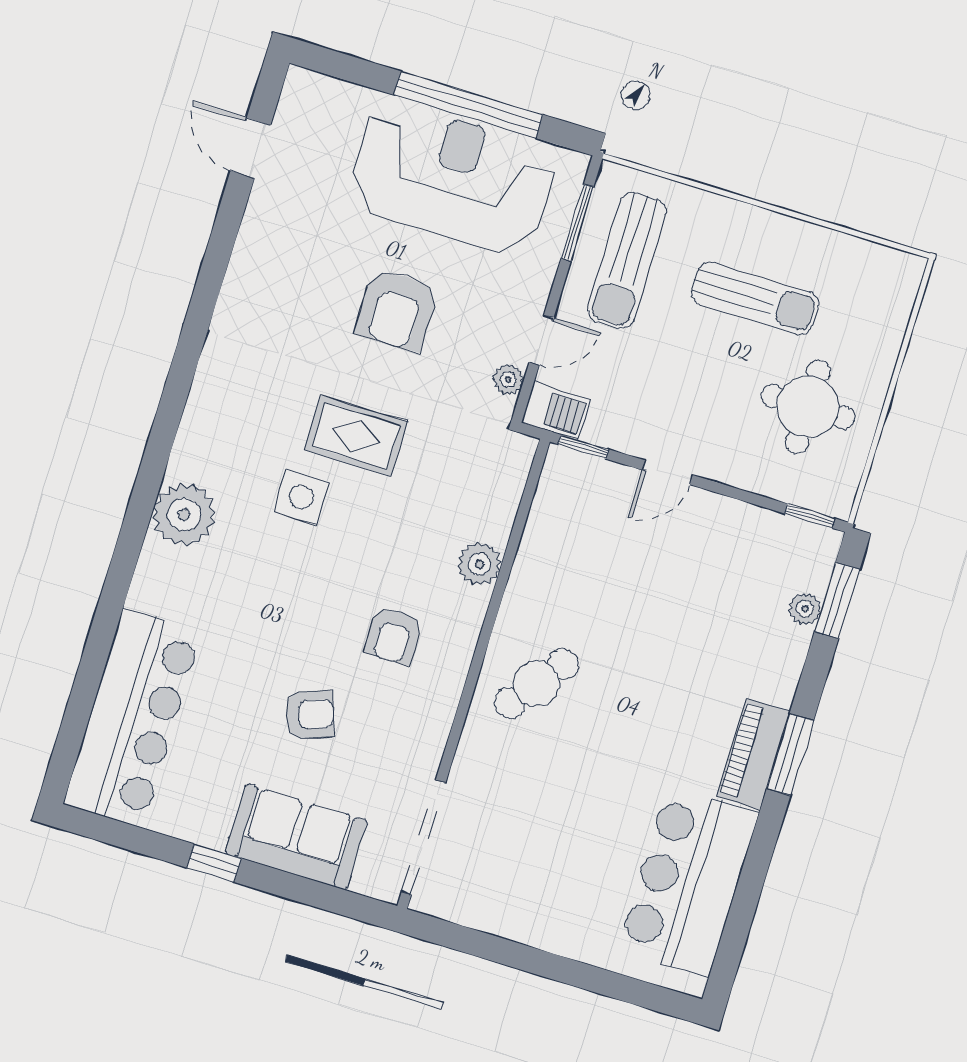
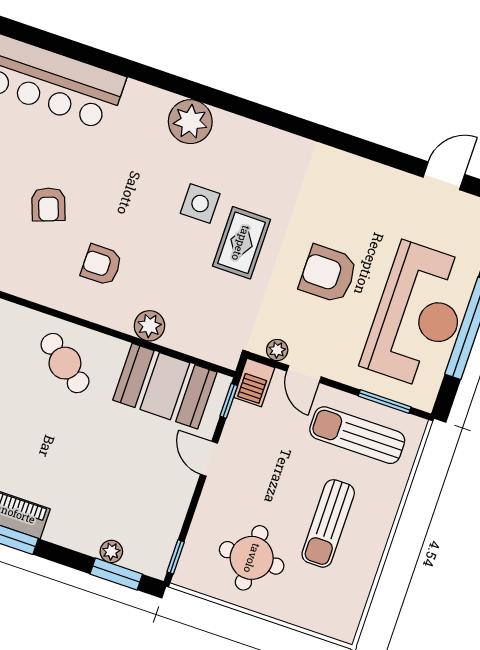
booth: (565, 539) -> (165, 386), added

